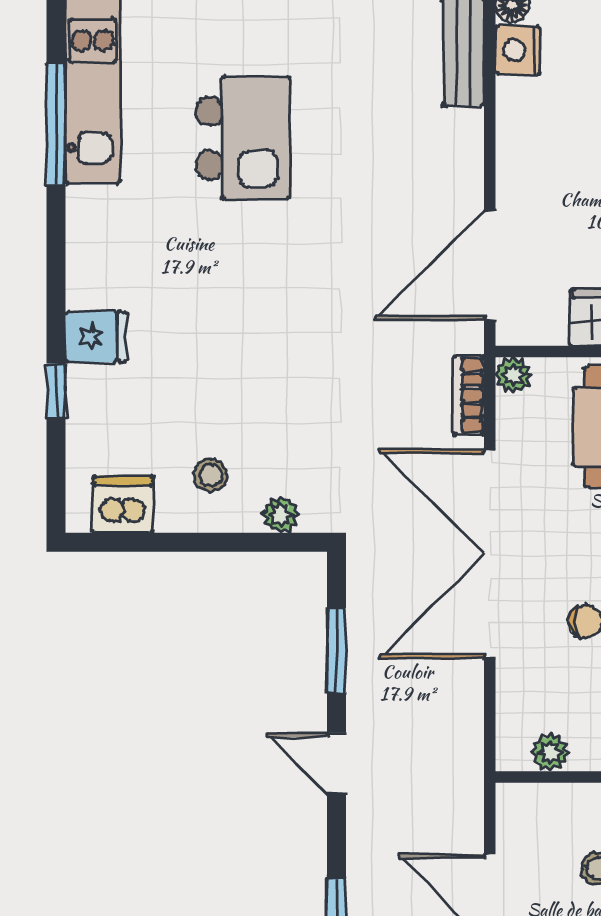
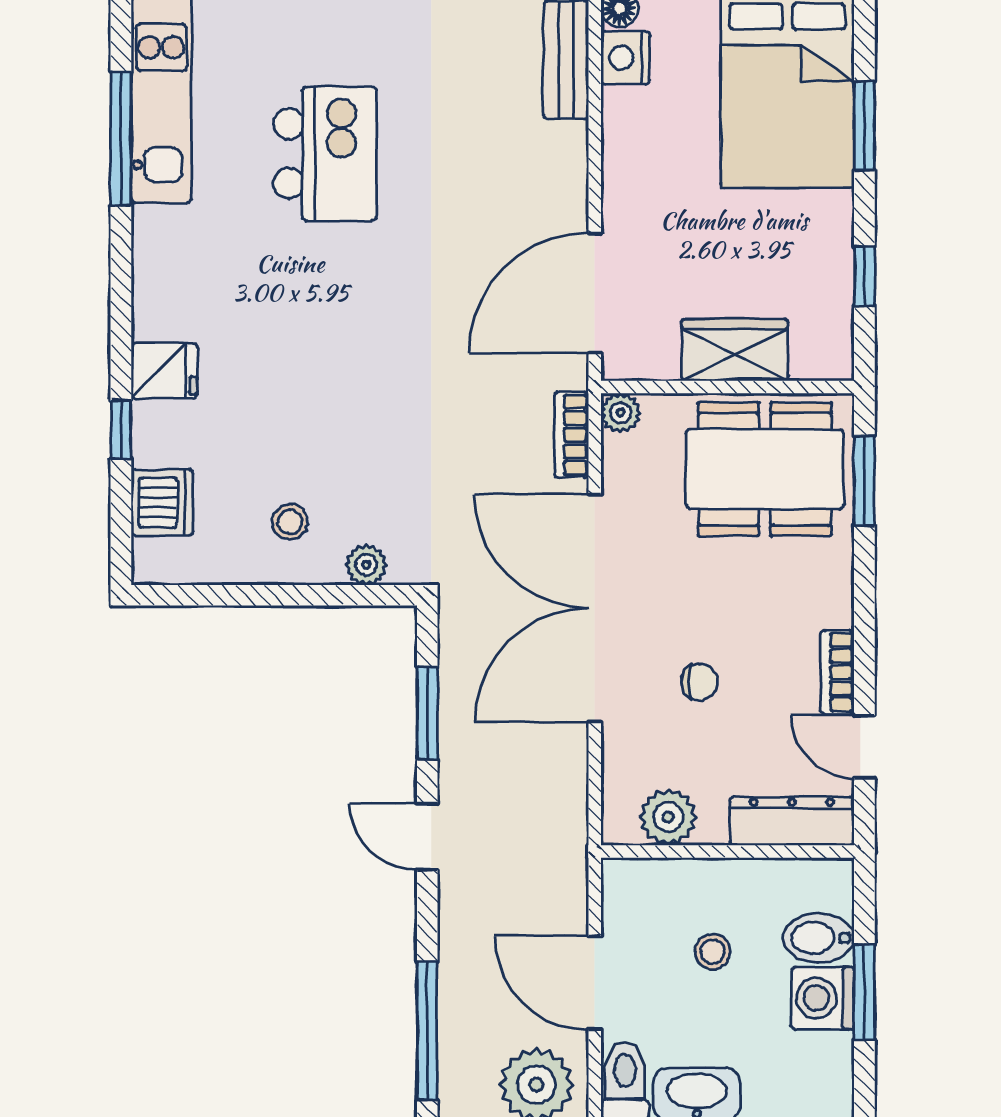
dishwasher: (123, 504) -> (162, 503), moved, turned 90
plant: (550, 753) -> (668, 817), width x1.38, depth x1.38

